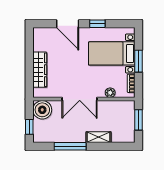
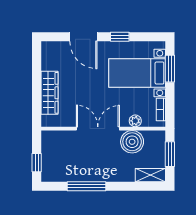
window: (139, 61) -> (170, 69), moved
double door: (80, 99) -> (98, 129), swing flipped
boiler: (42, 110) -> (132, 142), moved
shelving: (99, 137) -> (150, 175), moved

